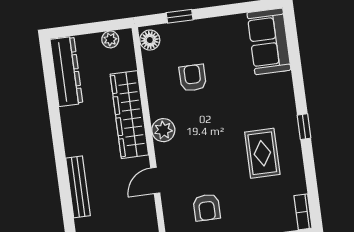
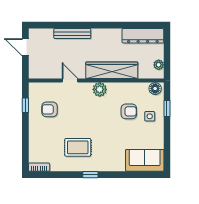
side table: (196, 43) -> (150, 116), added

